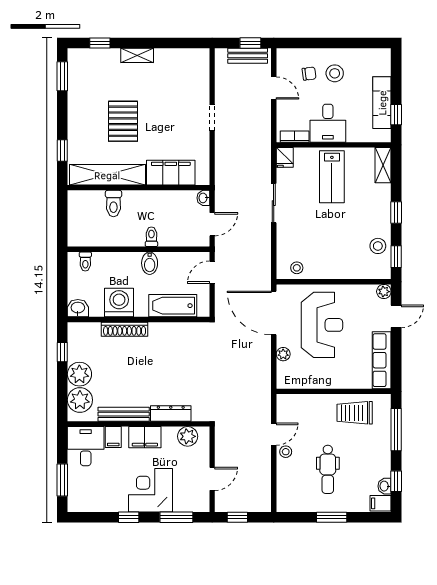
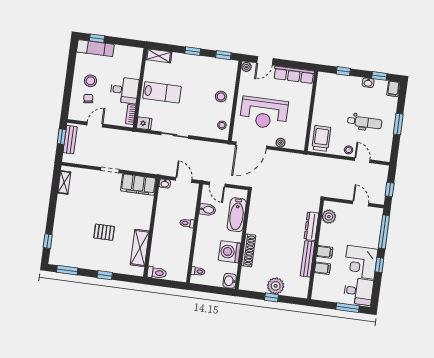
shelving: (137, 55) -> (64, 182), moved
exam couch: (382, 103) -> (95, 48), moved
window: (396, 115) -> (97, 38), moved
pallet: (123, 121) -> (104, 232), width x0.67, depth x0.71
window: (62, 151) -> (105, 275), moved
filing cabinet: (171, 173) -> (138, 185), moved, turned -90
shelving: (107, 175) -> (140, 248), width x0.68
toilet: (113, 204) -> (157, 273), moved
stool: (378, 246) -> (221, 97), moved
bidet: (150, 263) -> (207, 210), moved
door: (396, 316) -> (265, 61), swing flipped
reception desk: (322, 325) -> (264, 113), turned 180
window: (62, 352) -> (272, 297), moved
plant: (80, 400) -> (294, 288), removed
trolley: (355, 413) -> (321, 138), moved, turned 180
window: (396, 430) -> (343, 71), width x0.46
door: (274, 434) -> (362, 160), moved
filing cabinet: (145, 437) -> (325, 252), width x0.50
desk: (86, 446) -> (358, 291), moved, turned 180
washbasin: (385, 486) -> (368, 83), moved
corner desk: (151, 490) -> (361, 262), moved
window: (176, 517) -> (384, 232), width x1.44

